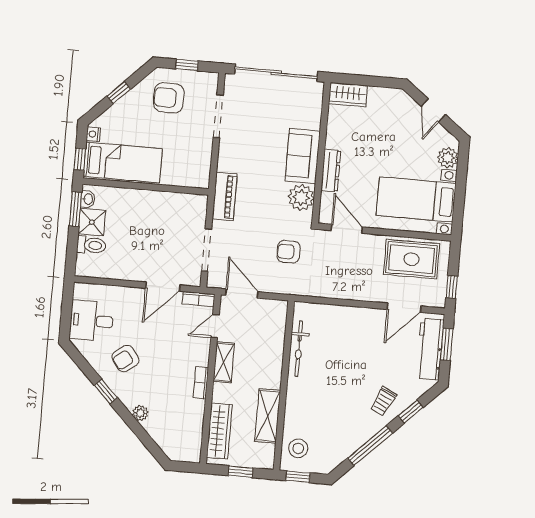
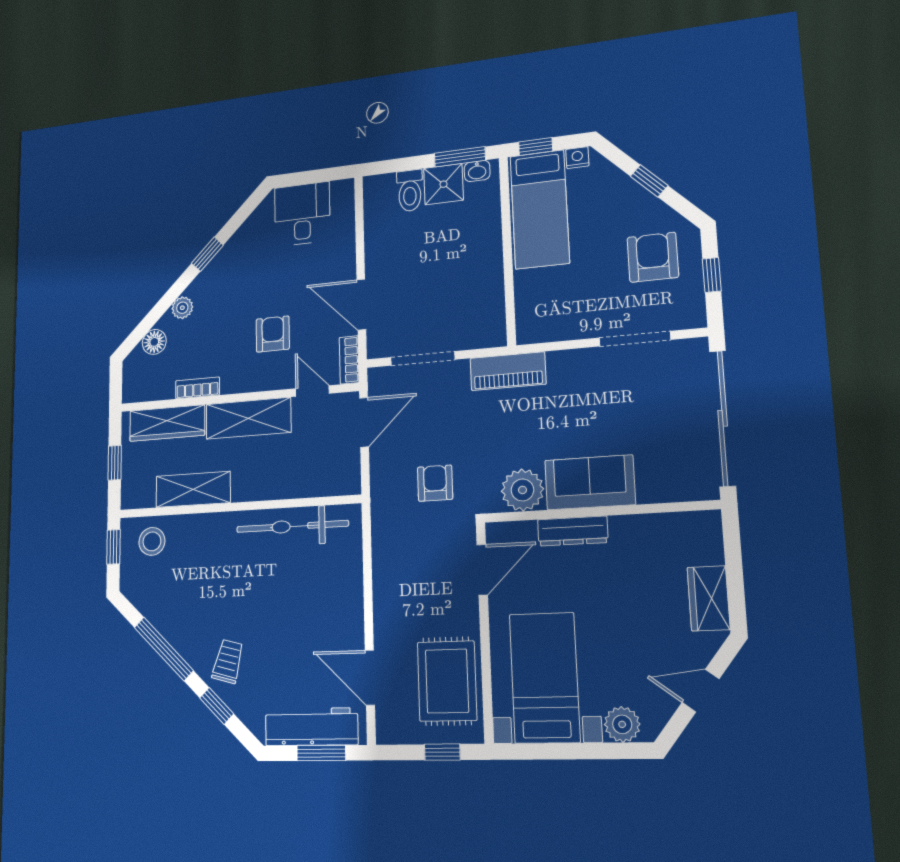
wardrobe: (348, 95) -> (709, 598), moved
window: (452, 287) -> (442, 752), moved
bicycle: (299, 349) -> (292, 526), width x1.37, depth x1.40
armchair: (125, 358) -> (273, 334), moved, turned 37
shelving: (224, 362) -> (248, 418), width x1.50, depth x1.33
bookcase: (201, 383) -> (197, 388), moved
trolley: (383, 401) -> (228, 661), turned 79
floor lamp: (161, 436) -> (154, 342), added

